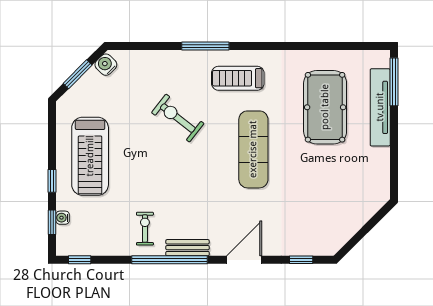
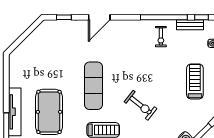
treadmill: (90, 156) -> (195, 81), width x0.73, depth x0.73
bench: (188, 248) -> (190, 25), moved
window: (170, 260) -> (164, 17), moved

